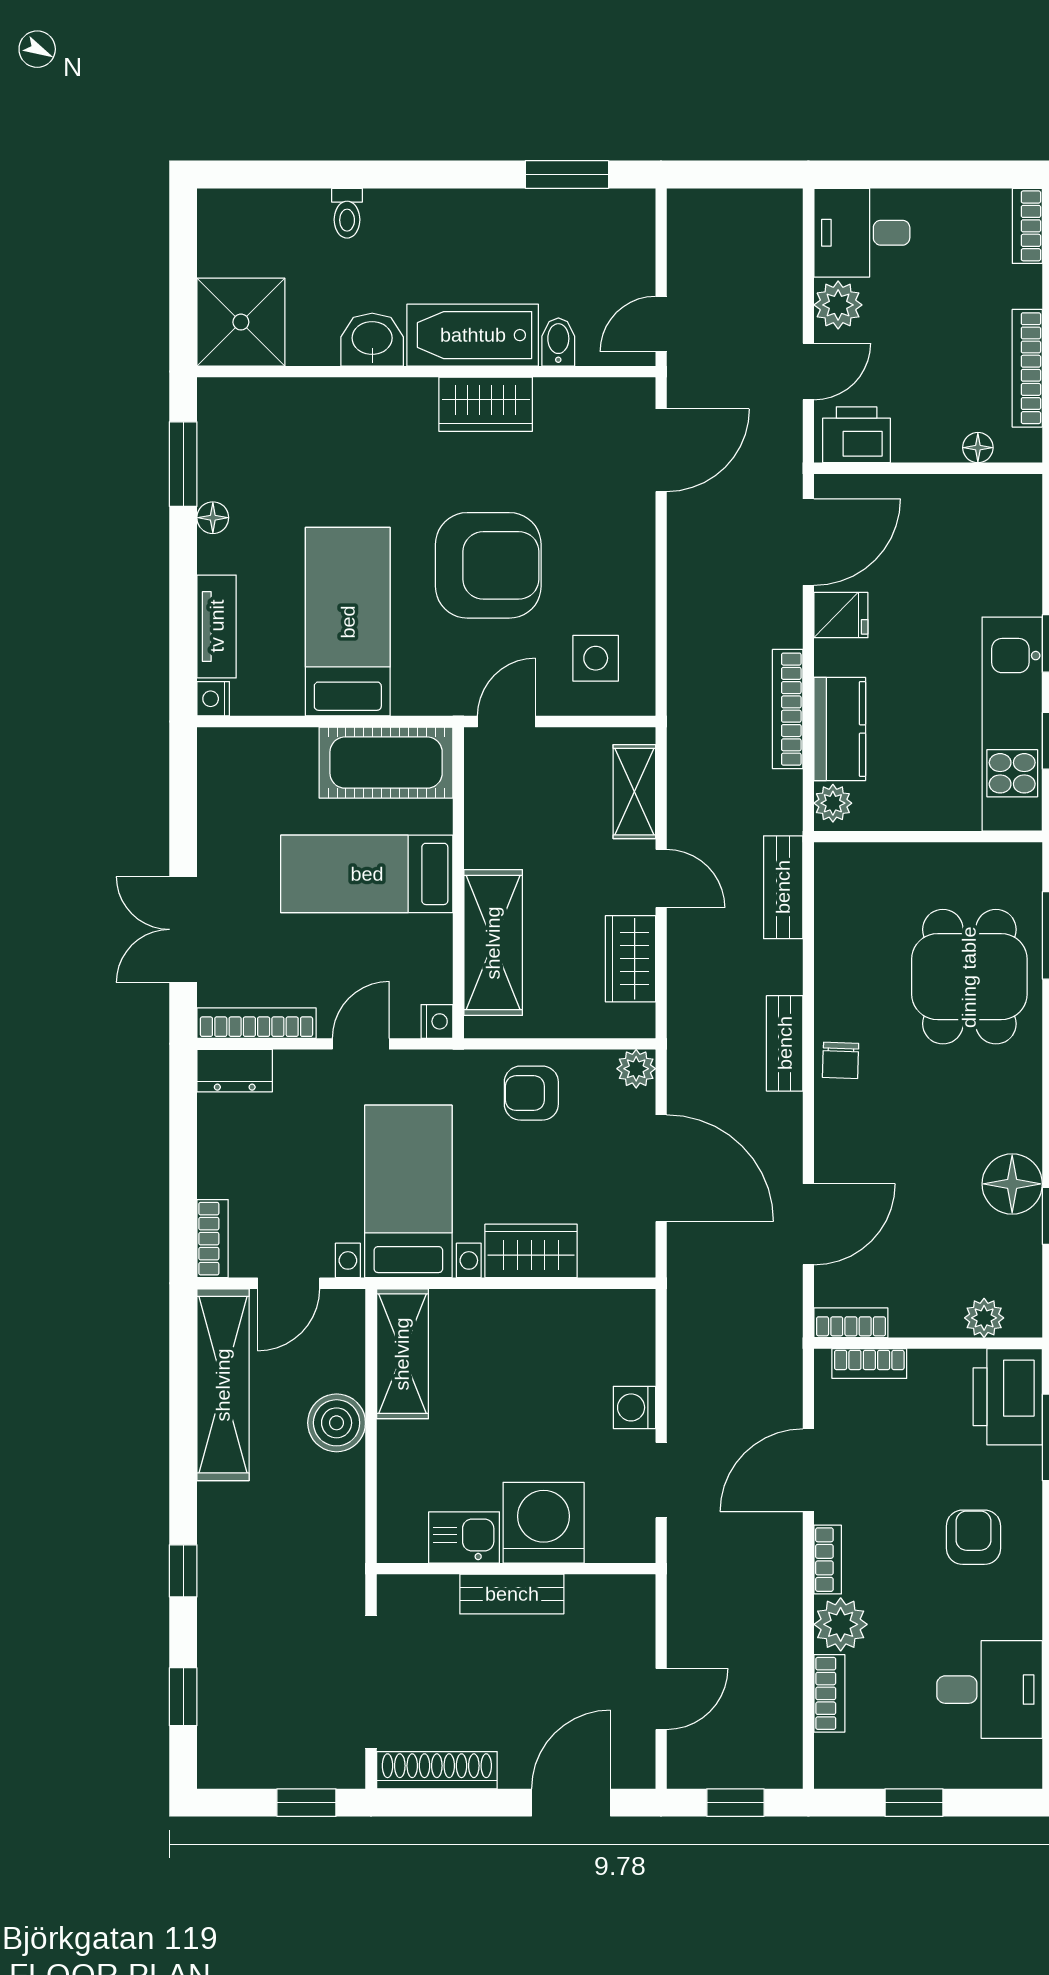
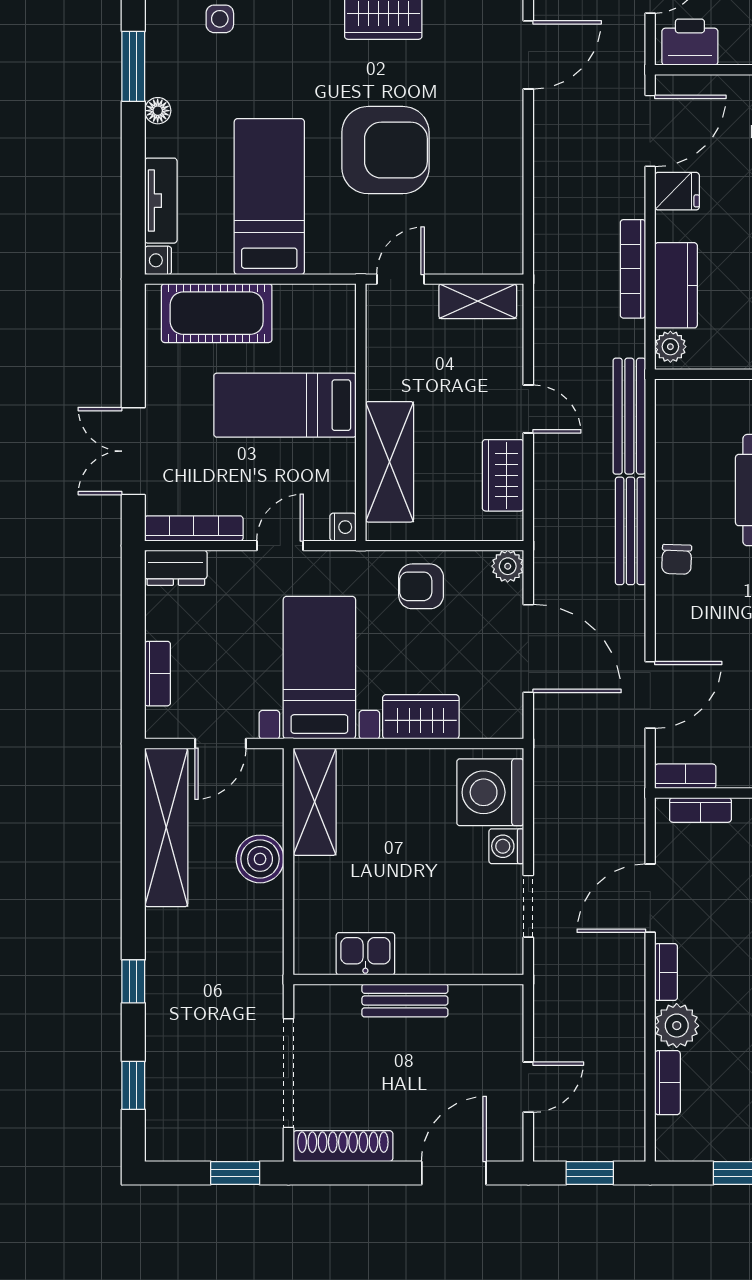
side table: (596, 658) -> (220, 19), moved, width x0.73, depth x0.73
cot: (386, 763) -> (217, 313), moved
shelving: (634, 792) -> (478, 301), moved, turned 90
bench: (783, 887) -> (629, 416), width x1.36
bench: (785, 1043) -> (630, 531), width x1.36
bookcase: (213, 1239) -> (158, 674), moved
washing machine: (544, 1523) -> (490, 792), moved, turned -90

